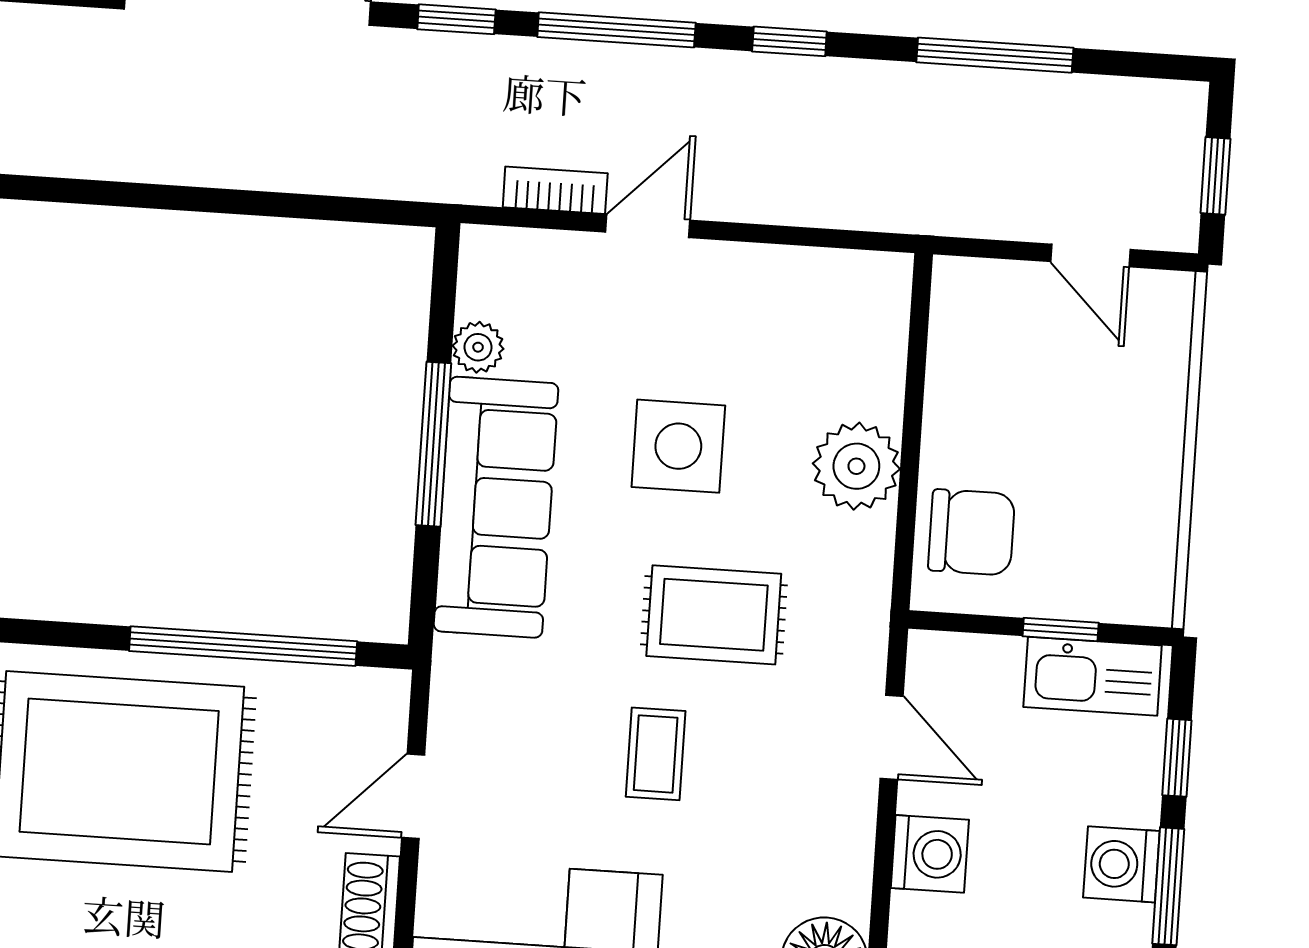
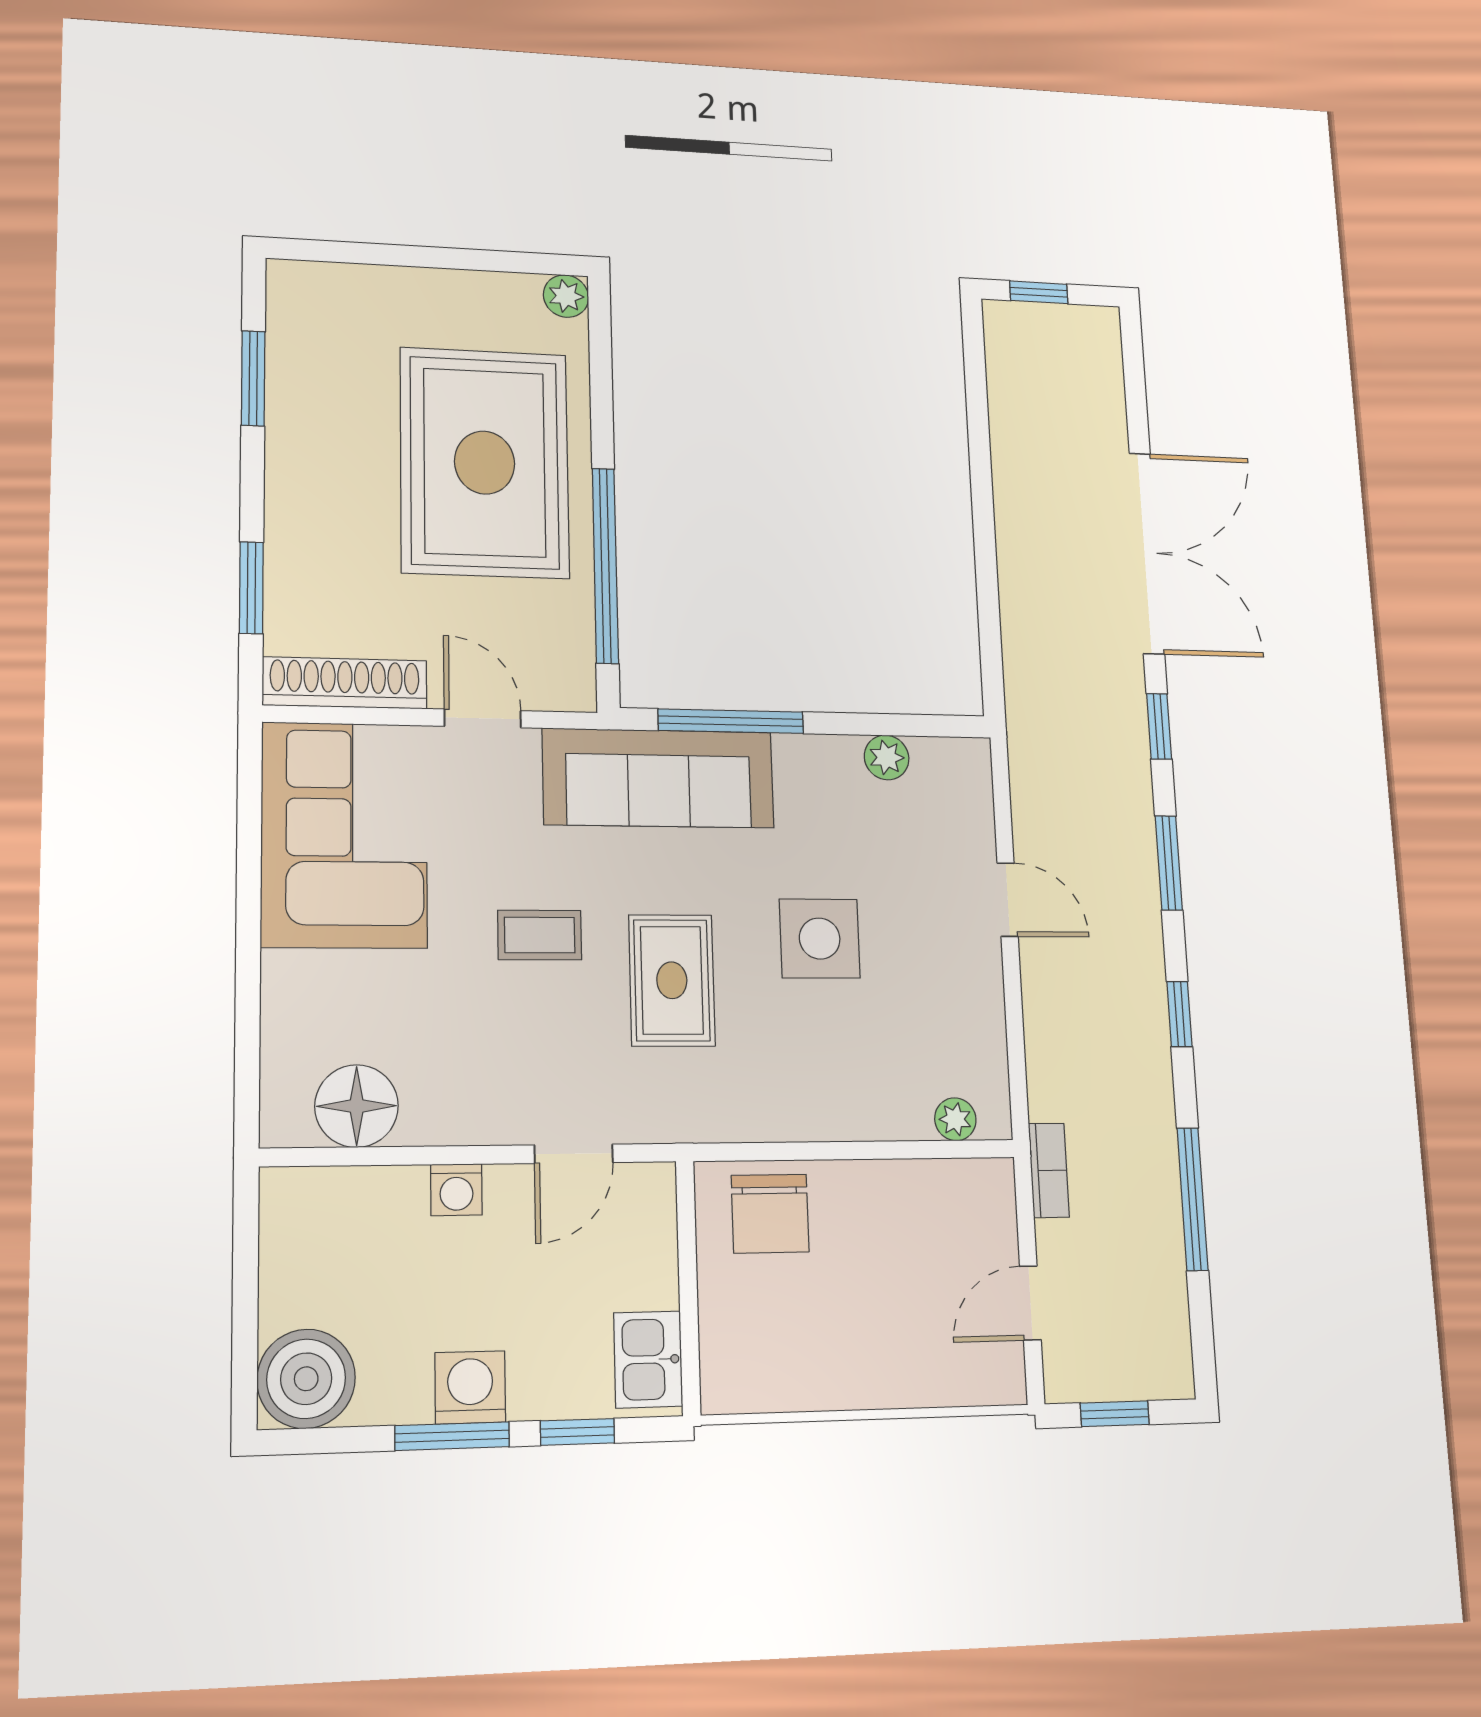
window: (616, 30) -> (1169, 863), width x0.69
bookcase: (555, 190) -> (1049, 1170), moved
window: (433, 444) -> (731, 721), moved
plant: (856, 466) -> (955, 1119), moved, width x0.53, depth x0.53
sofa: (496, 507) -> (659, 778), moved
window: (1061, 630) -> (689, 1307), removed
kitchen sink: (1093, 676) -> (648, 1359), width x0.73
washing machine: (930, 854) -> (456, 1190), width x0.73, depth x0.73

